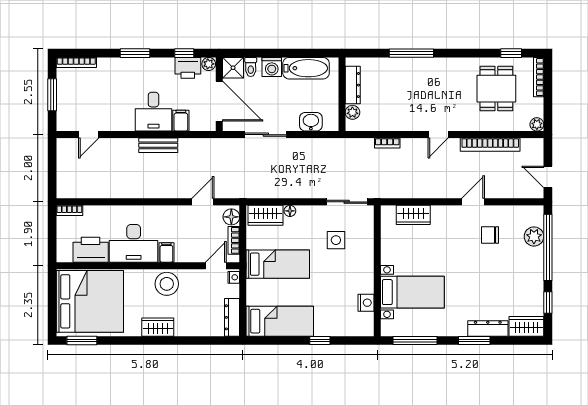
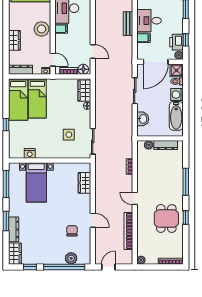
window: (511, 53) -> (186, 217), moved
dining table: (496, 89) -> (166, 218), moved, turned 90
bed: (278, 264) -> (37, 98), moved
wardrobe: (158, 327) -> (14, 40), moved

